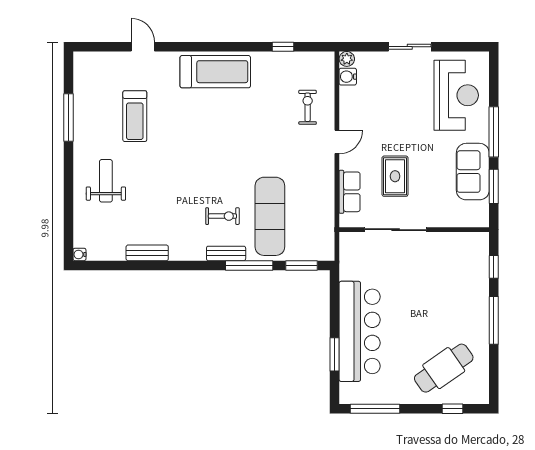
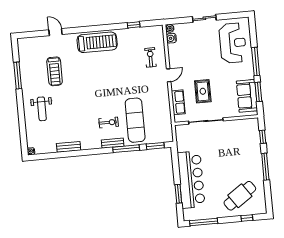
sofa: (473, 172) -> (247, 96), moved
weight bench: (106, 181) -> (42, 109), turned 180

